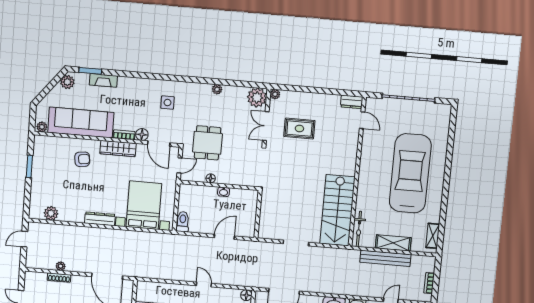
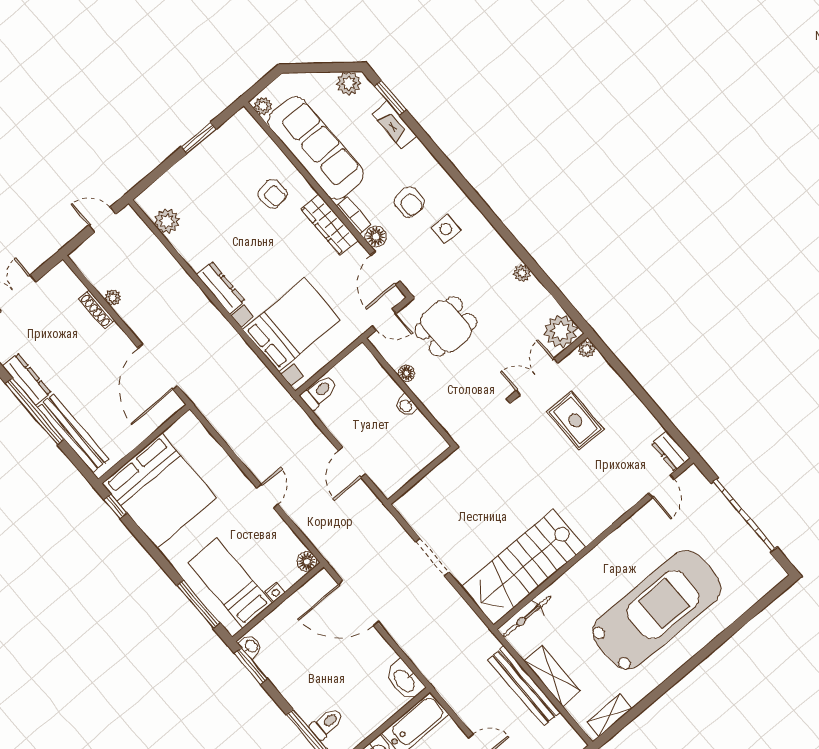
armchair: (141, 106) -> (409, 202), added
door: (224, 237) -> (352, 462), swing flipped

